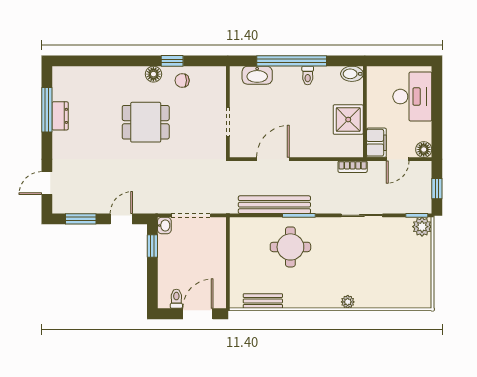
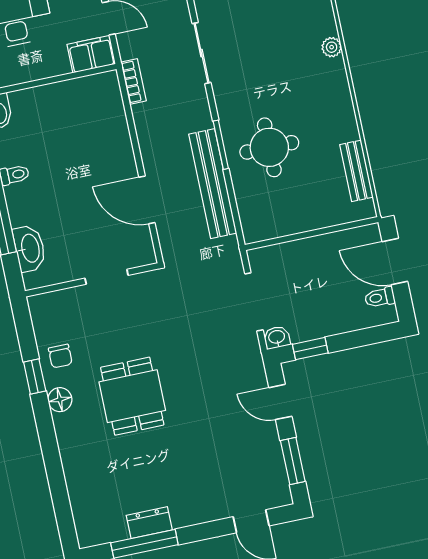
shower: (348, 120) -> (66, 102), removed

